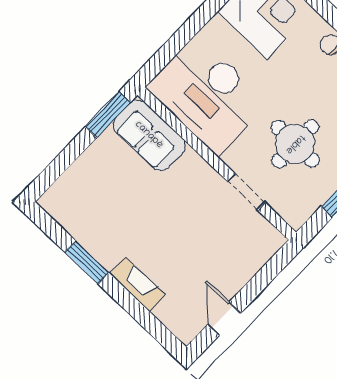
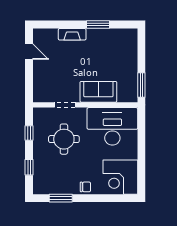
sofa: (149, 135) -> (98, 92), moved

